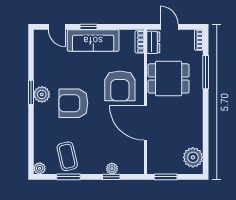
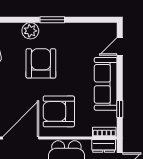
window: (89, 27) -> (120, 109), moved
plant: (42, 94) -> (30, 31), moved

